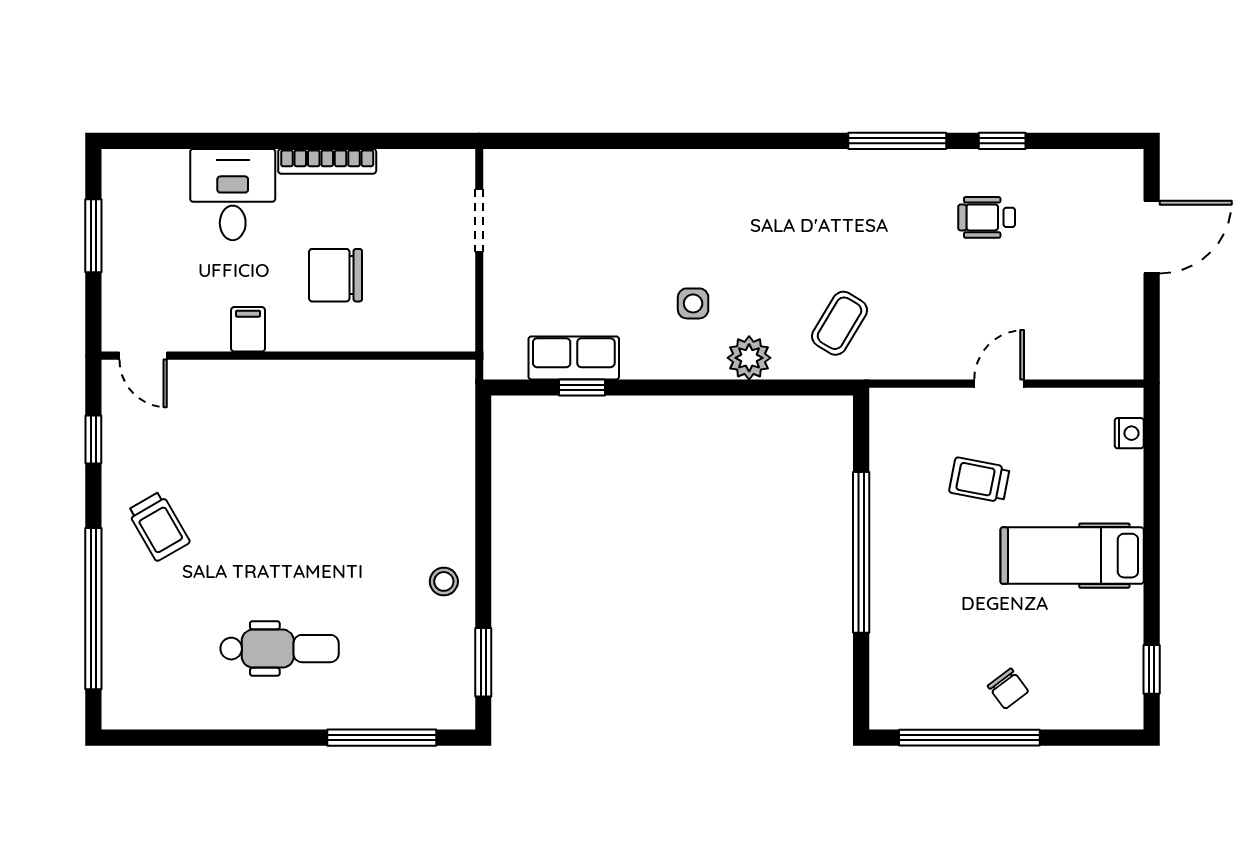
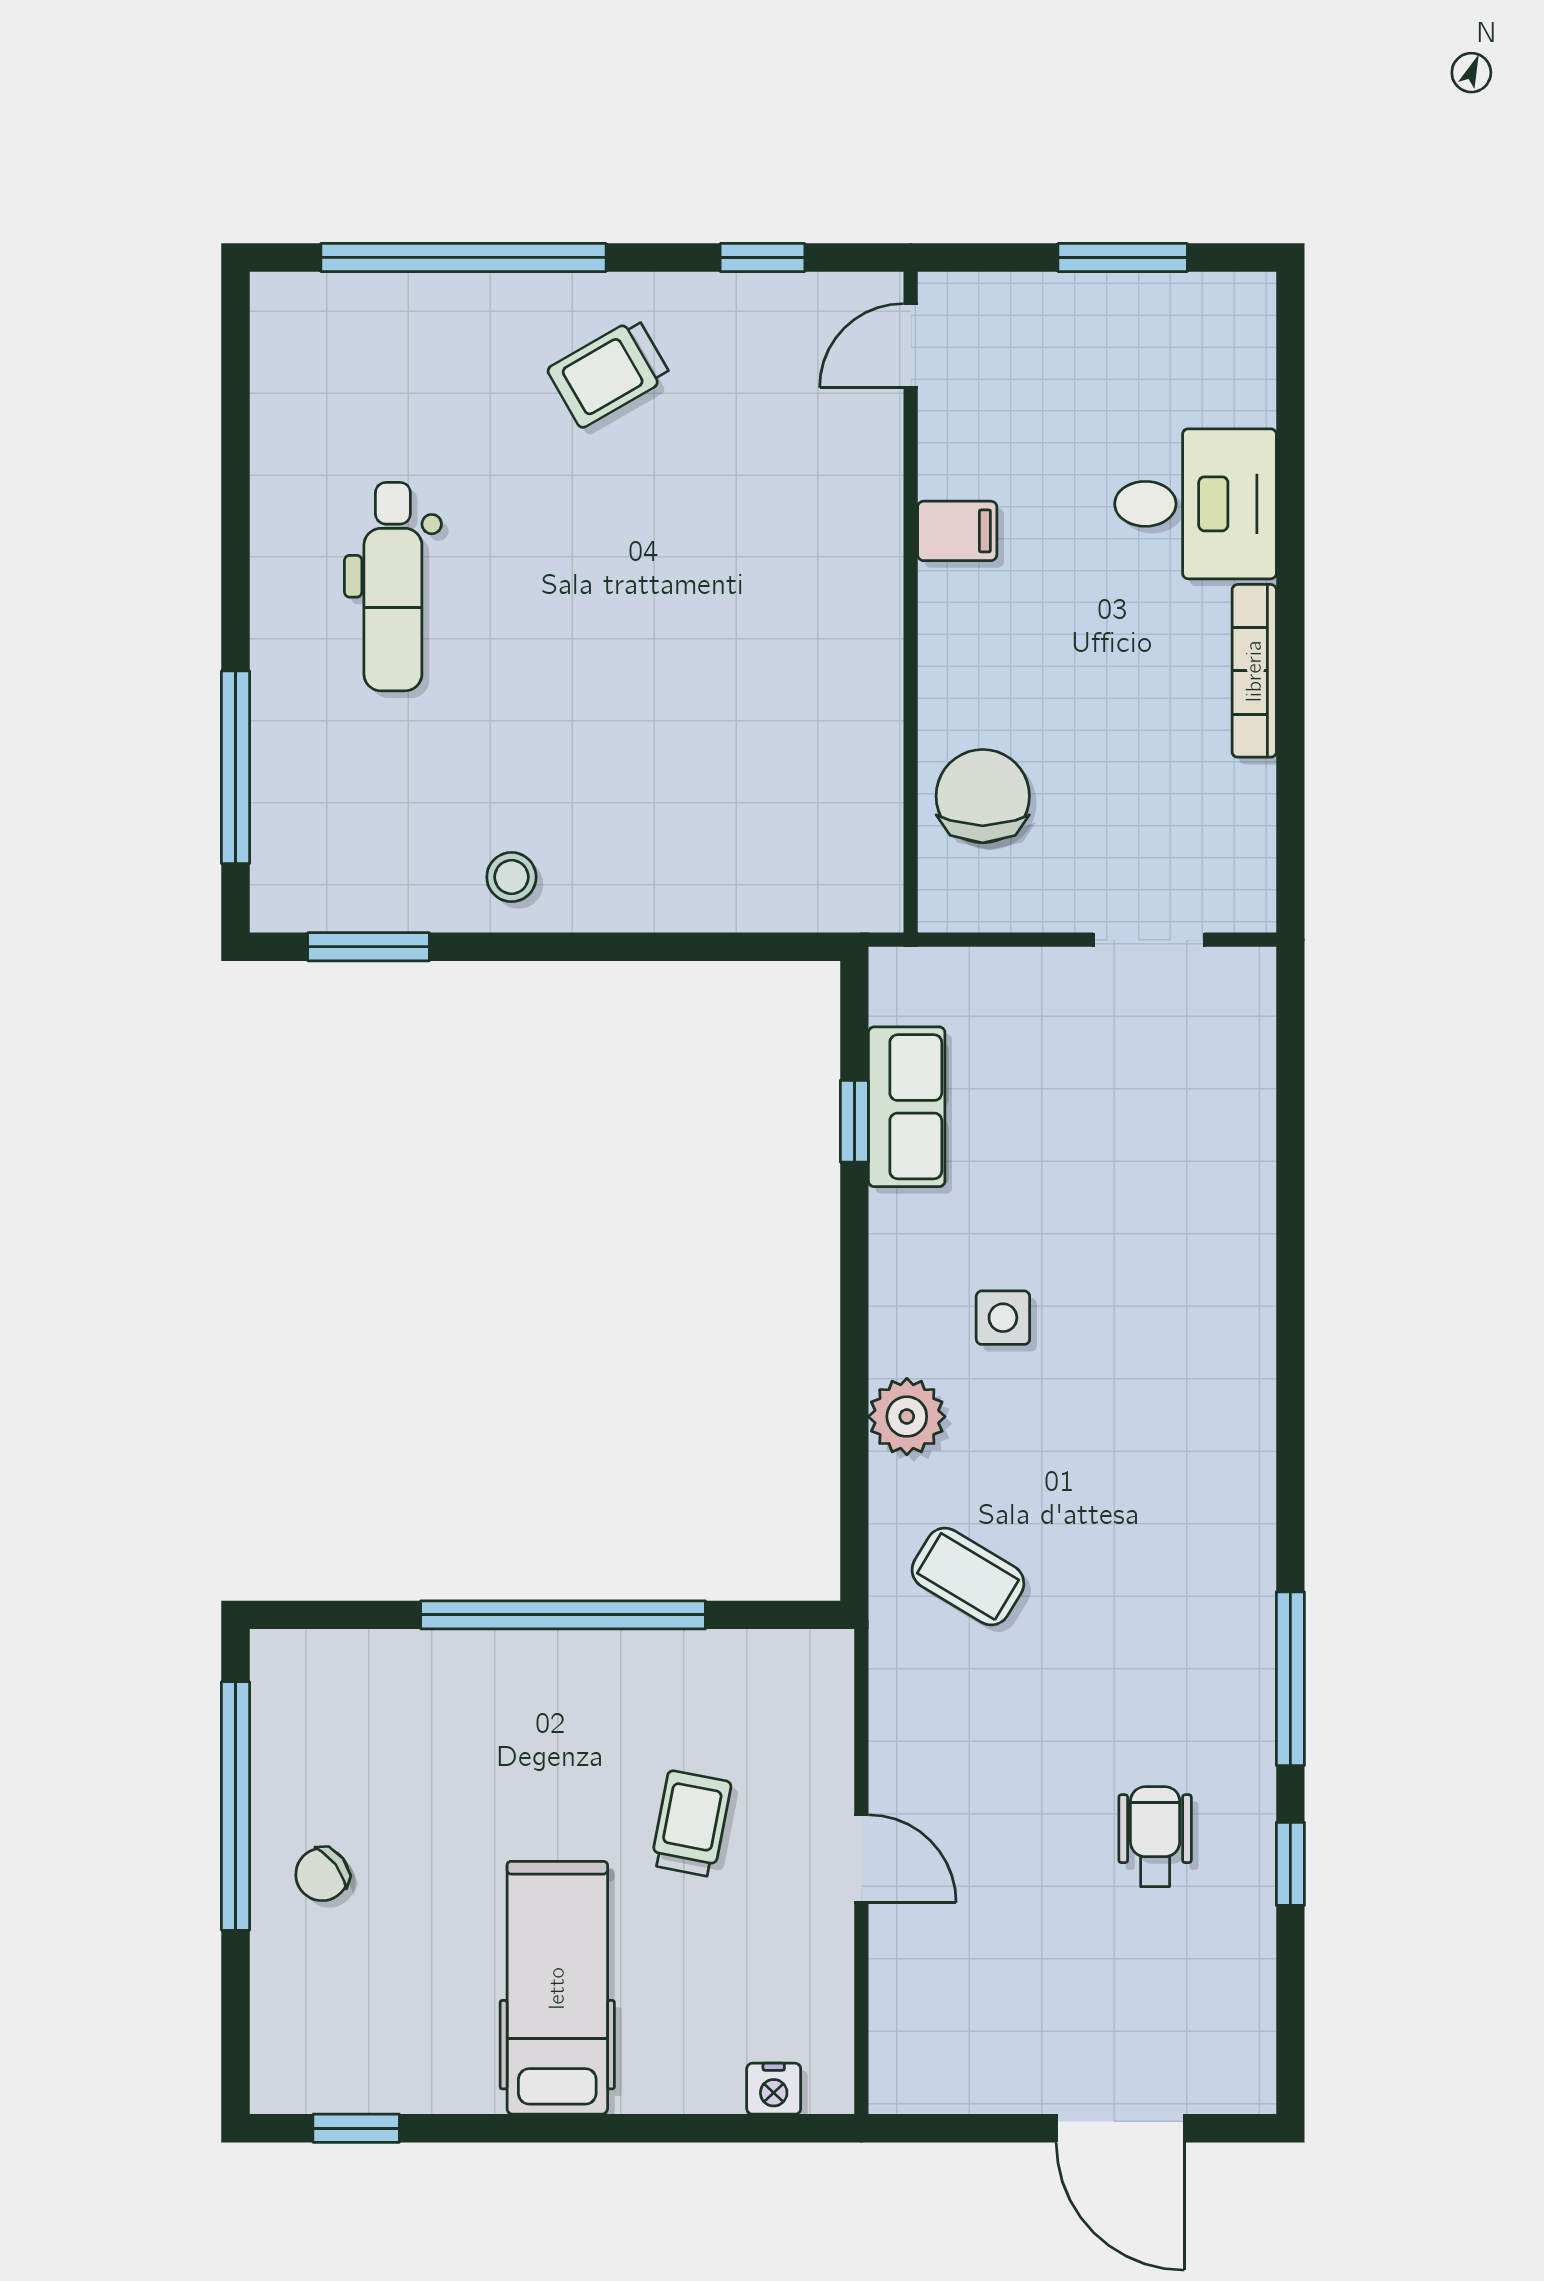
chair: (336, 275) -> (983, 796), moved

